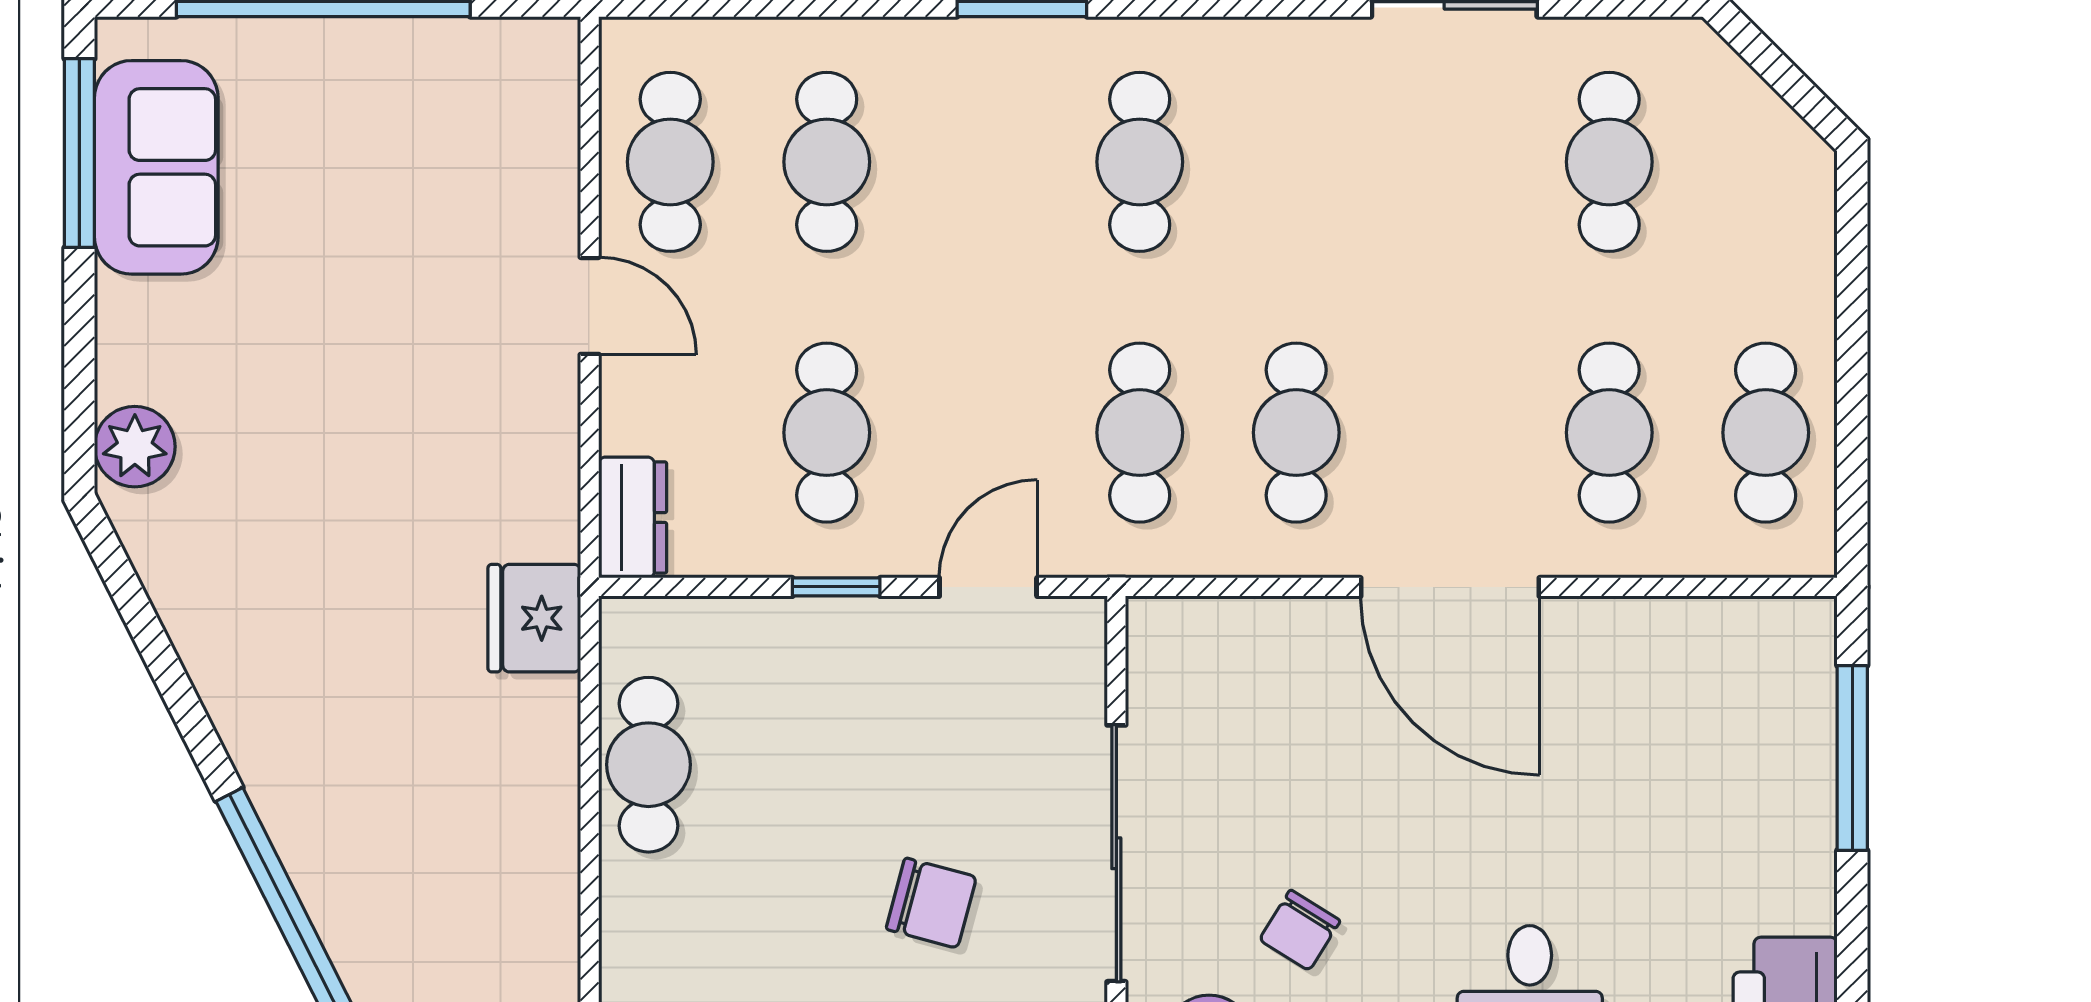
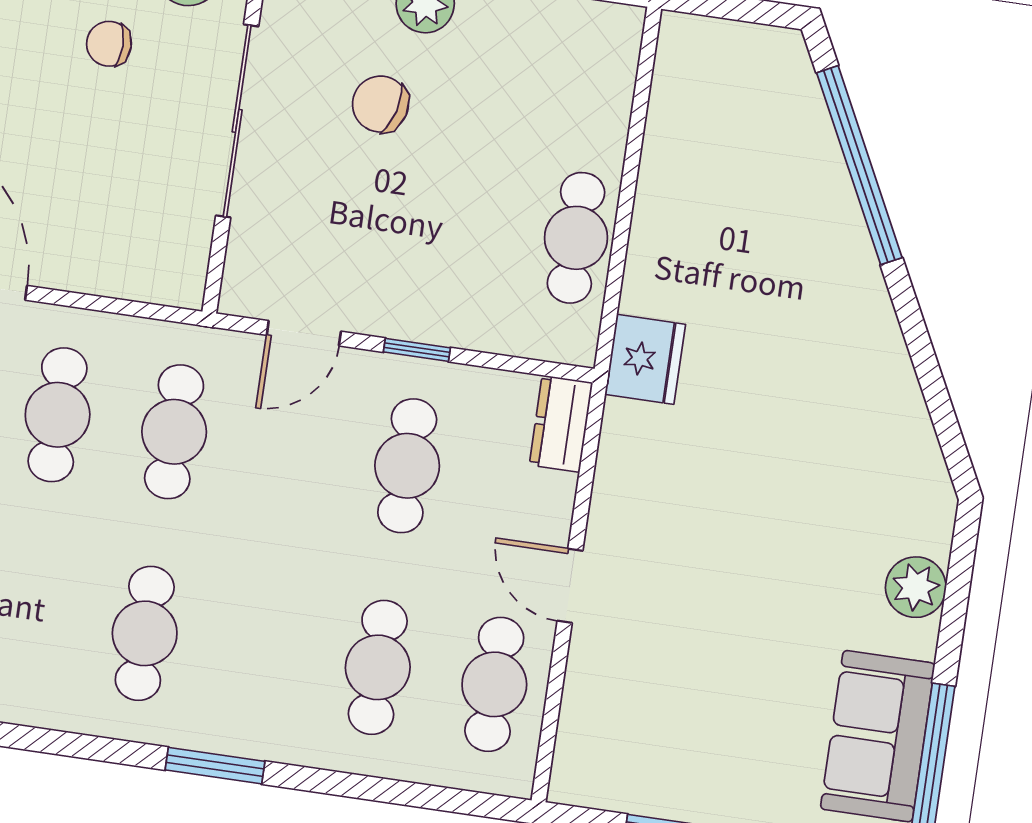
plant: (135, 447) -> (916, 587), moved
chair: (1300, 930) -> (109, 44), turned -122

